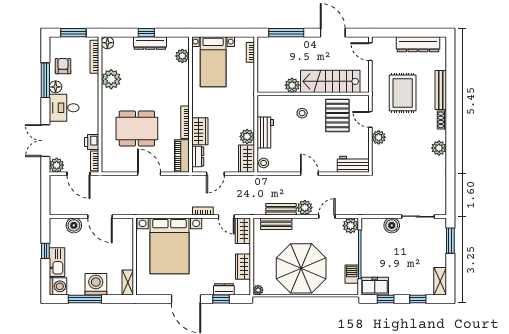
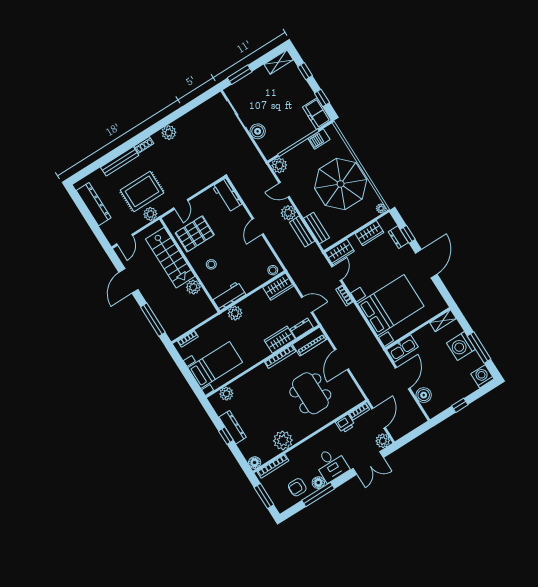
workbench: (265, 132) -> (229, 296), moved
plant: (247, 136) -> (235, 313), moved
plant: (379, 137) -> (150, 214), moved
kitchen sink: (57, 262) -> (402, 348), moved, turned 180

